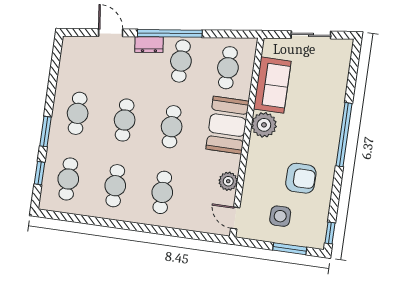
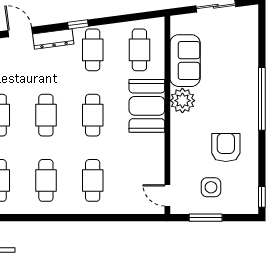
window: (170, 33) -> (78, 24), width x0.32
dresser: (149, 45) -> (53, 39), width x1.44
armchair: (301, 178) -> (226, 147), turned -90
plant: (228, 181) -> (155, 160), removed
window: (290, 249) -> (206, 218), moved

